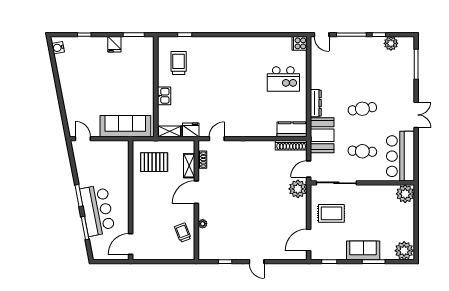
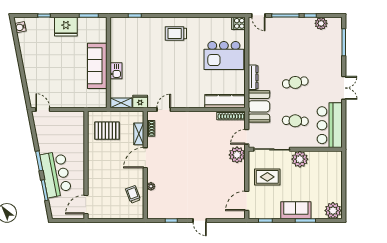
fridge: (114, 44) -> (66, 27), width x1.88, depth x1.34
trolley: (179, 63) -> (176, 33), moved, turned -90
kitchen island: (283, 79) -> (224, 55), width x1.37, depth x1.28
sofa: (125, 126) -> (97, 66), moved, turned -90
kitchen counter: (292, 129) -> (225, 101), width x1.50
plant: (405, 194) -> (300, 159), moved

